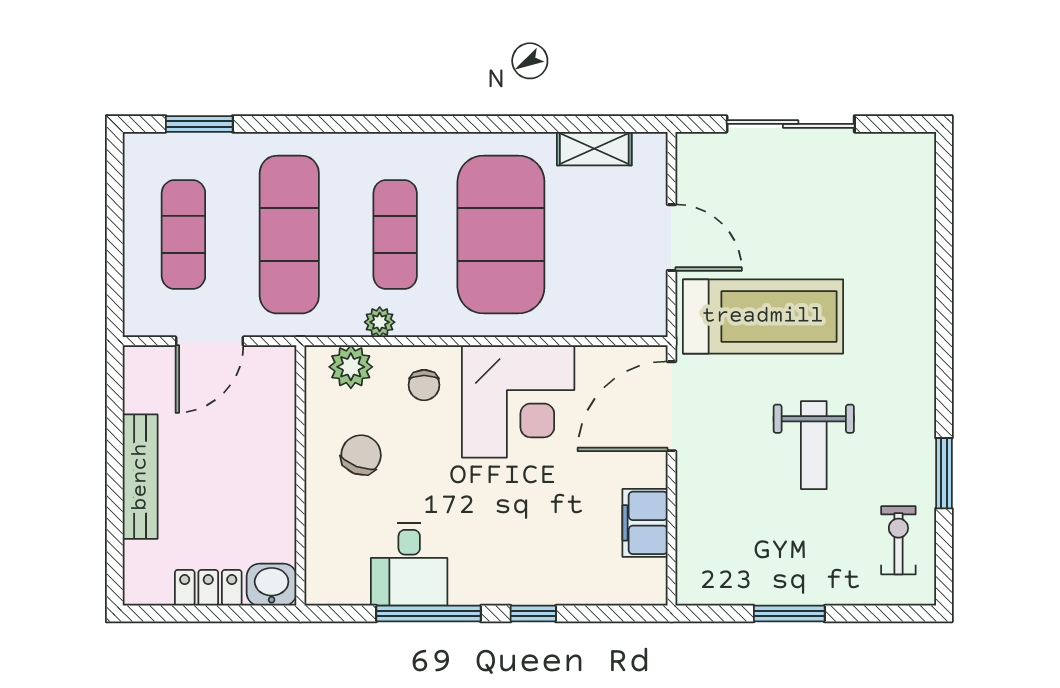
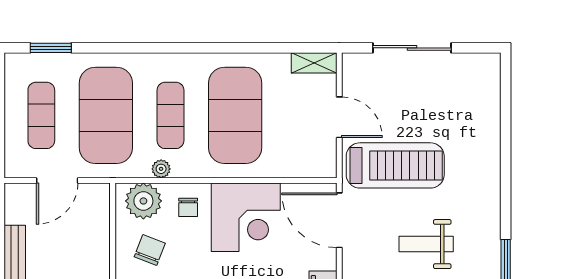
shelving: (594, 149) -> (314, 63), moved
exercise mat: (289, 235) -> (106, 115), width x1.47
plant: (351, 367) -> (143, 201), width x1.36, depth x1.36
door: (671, 406) -> (339, 220), hinge flipped
weight bench: (814, 445) -> (426, 244), turned 90

